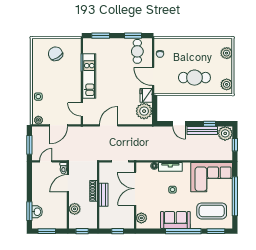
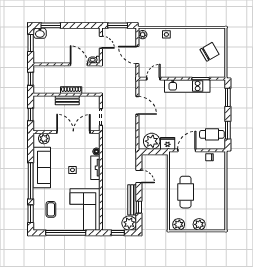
plant: (227, 53) -> (199, 224), moved
door: (179, 124) -> (139, 177), swing flipped
plant: (75, 209) -> (53, 71), removed
coffee table: (212, 211) -> (51, 209), width x0.54, depth x0.58
washbasin: (37, 212) -> (40, 33), moved
sofa: (175, 220) -> (42, 167), width x1.36

